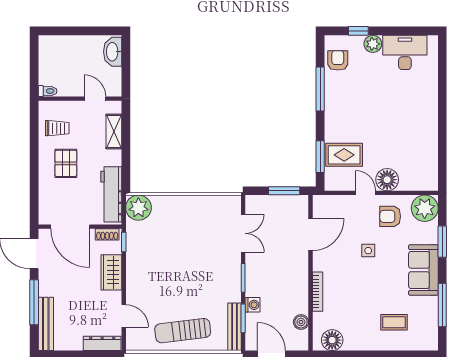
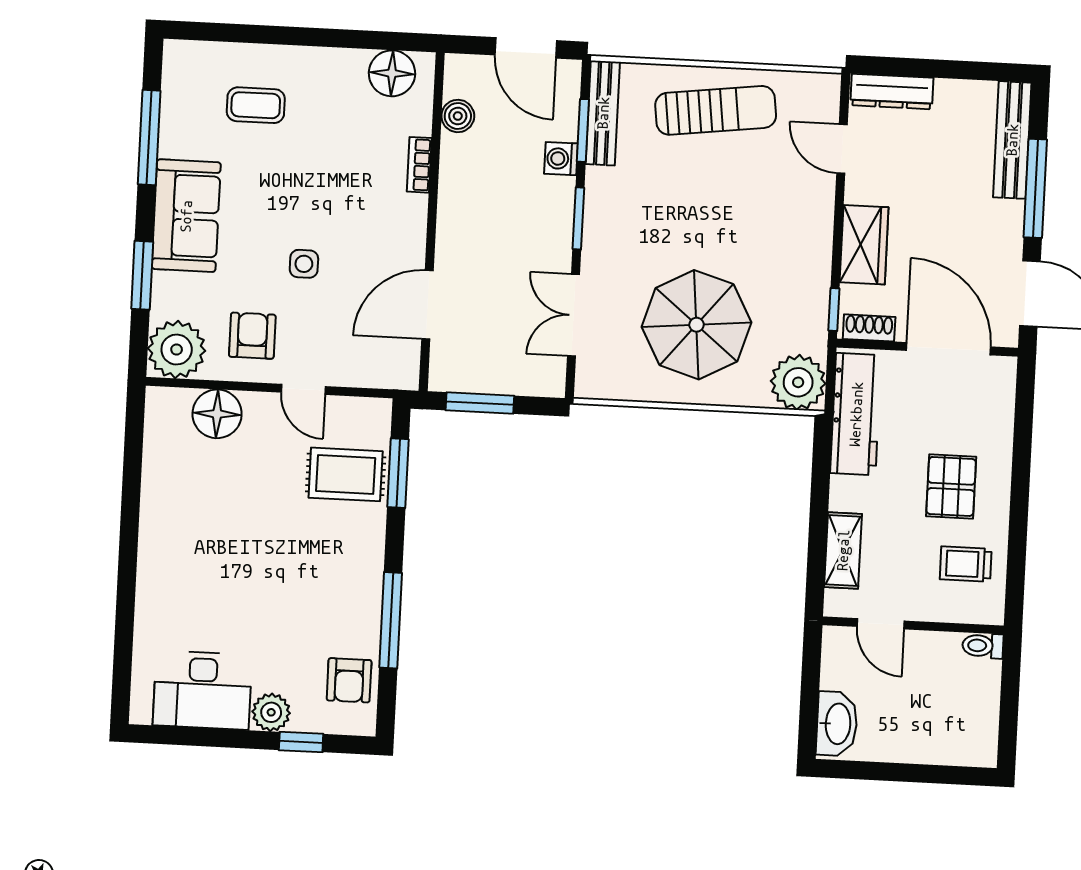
floor lamp: (387, 180) -> (217, 414), moved
armchair: (390, 216) -> (252, 336), turned -90
parasol: (186, 232) -> (696, 325), added
bookcase: (318, 292) -> (419, 165), width x0.64

